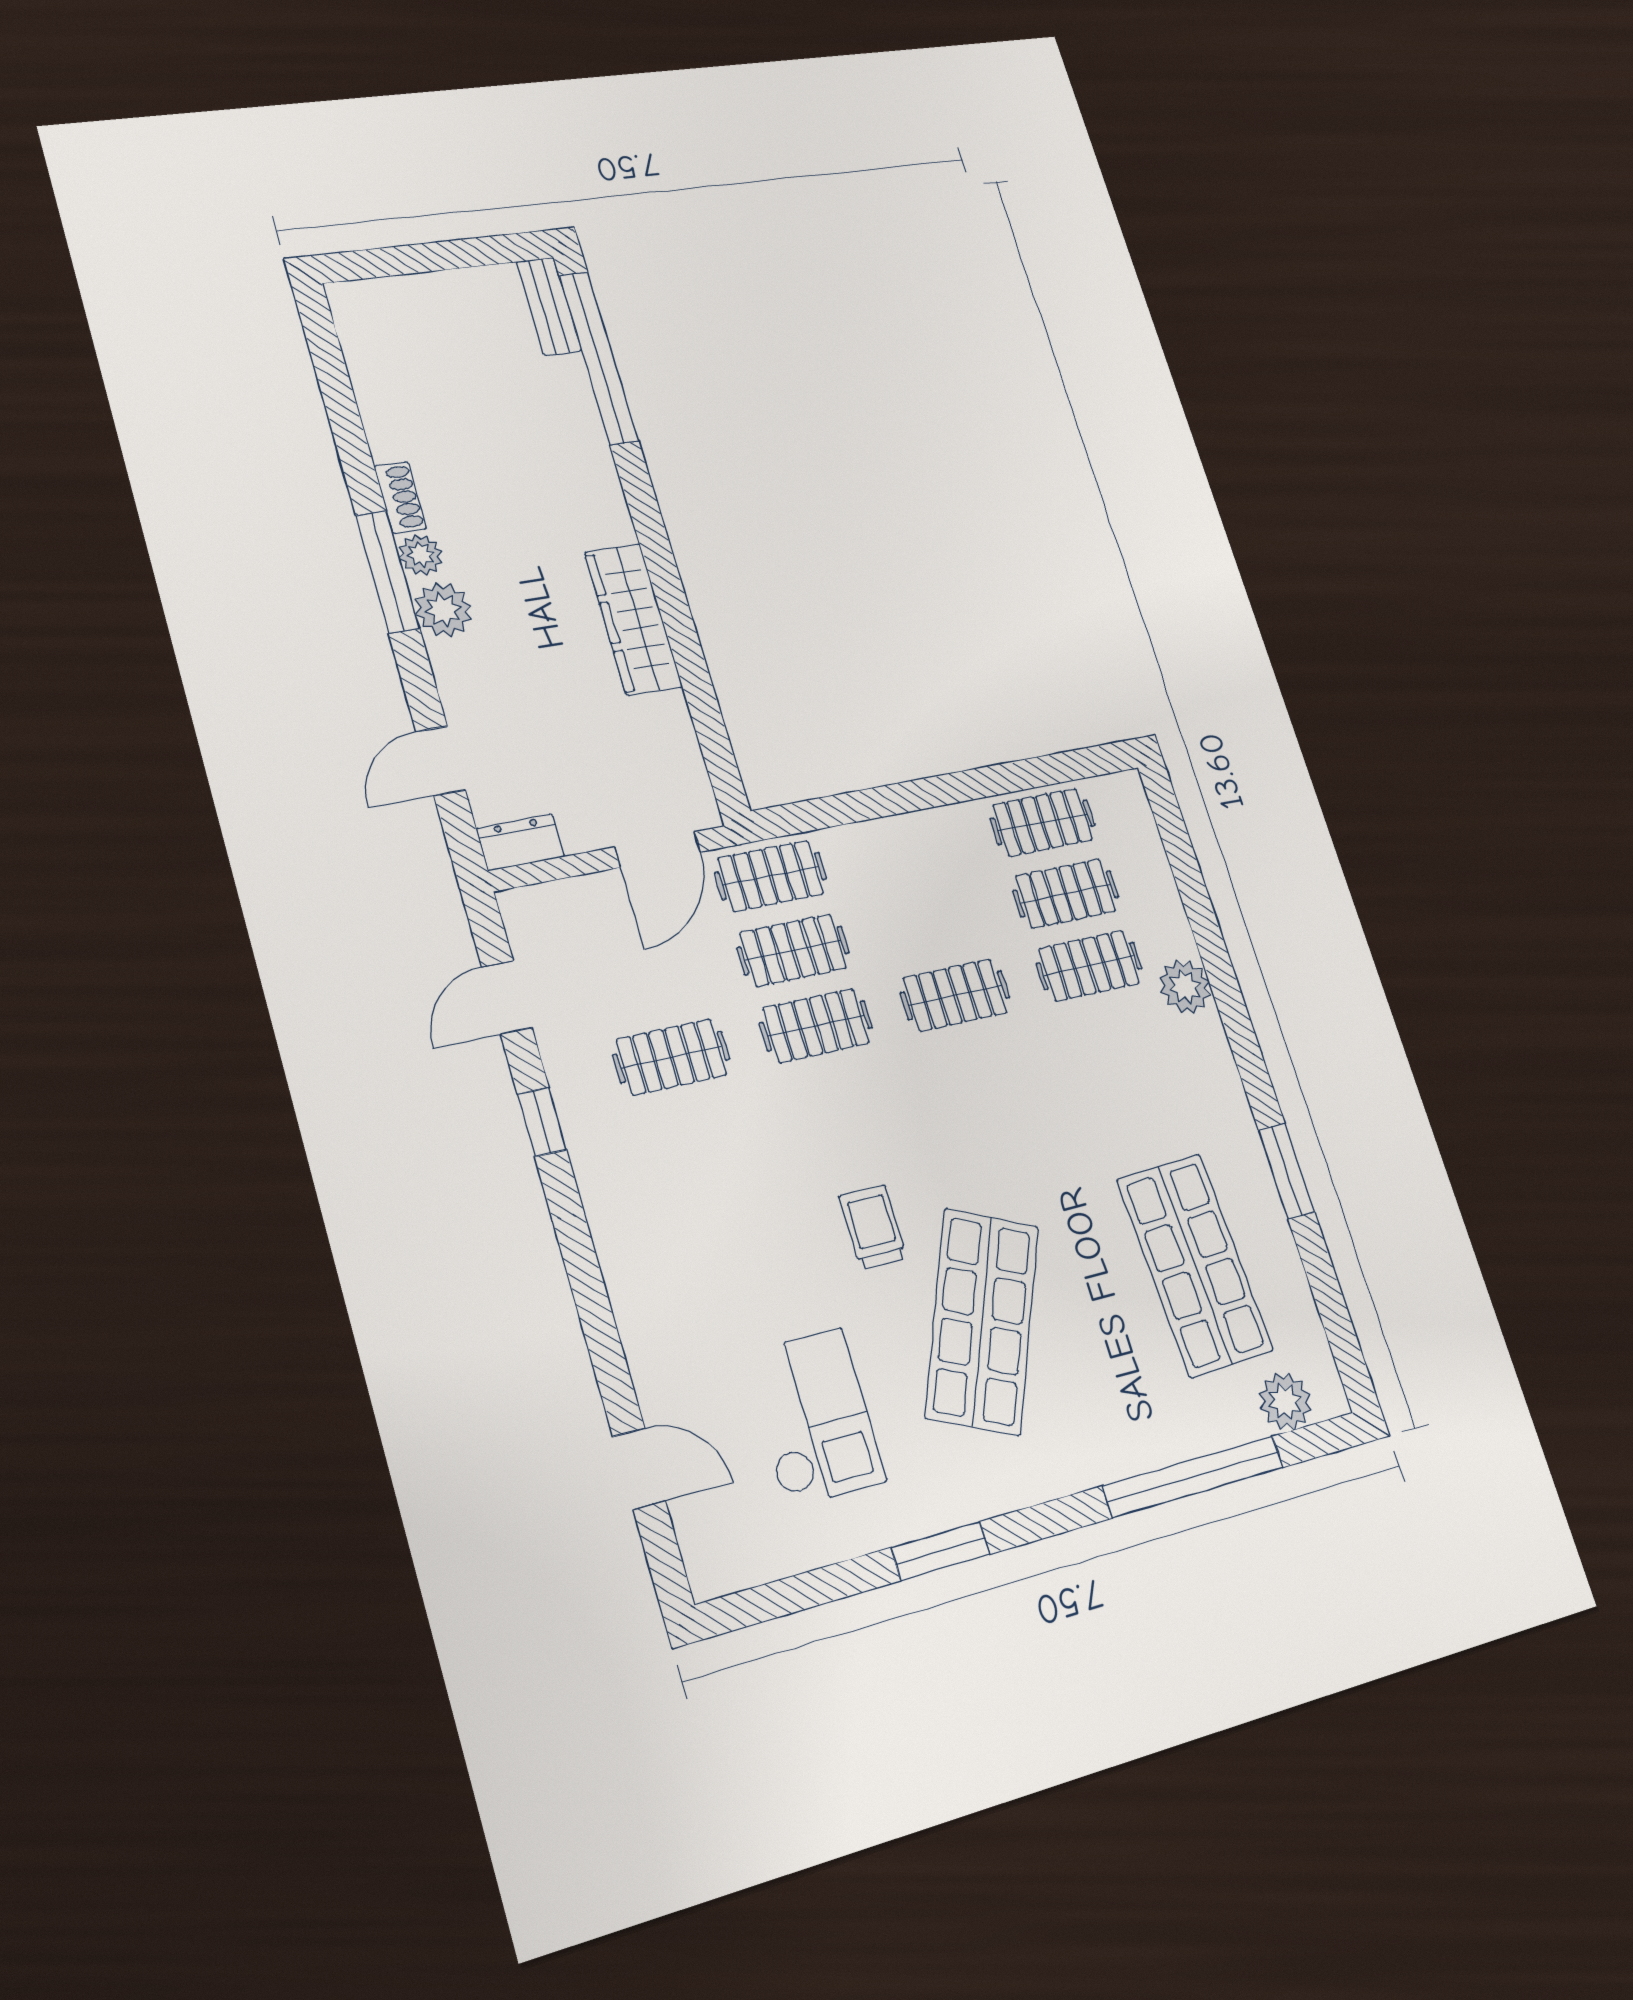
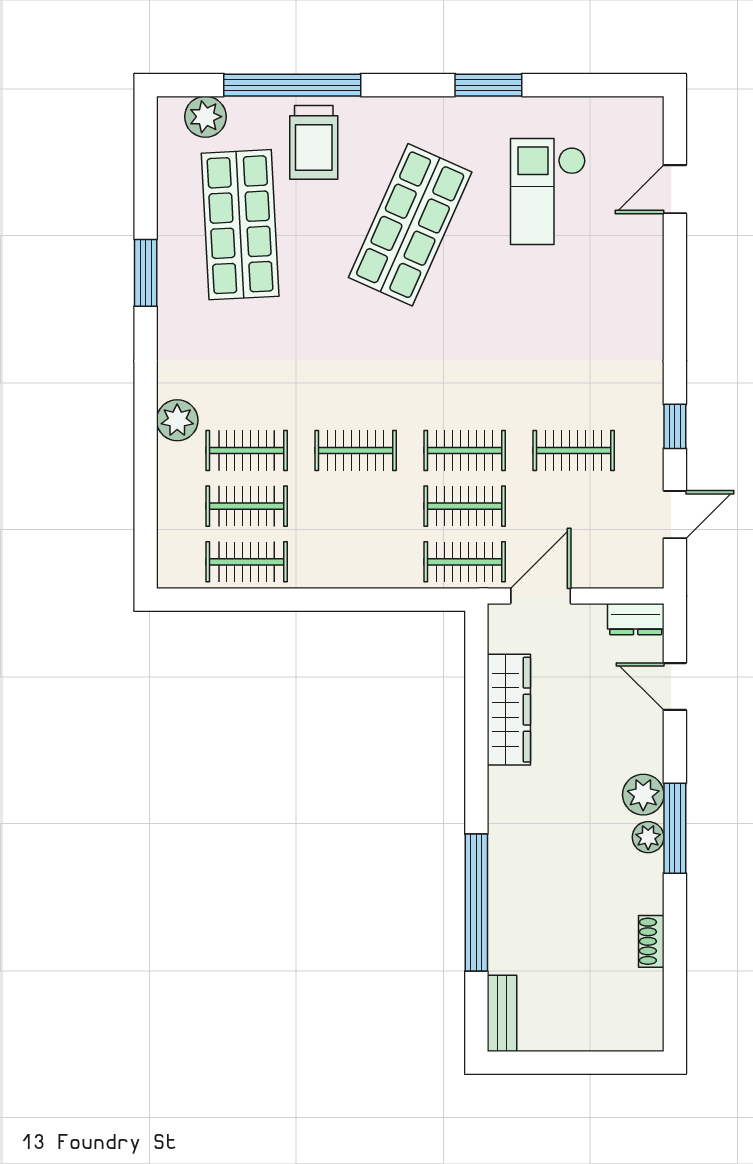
window: (599, 358) -> (476, 903), moved
shoe rack: (400, 497) -> (651, 941), moved
wardrobe: (633, 619) -> (509, 710), moved
door: (441, 761) -> (675, 686), swing flipped
trolley: (873, 1227) -> (314, 142), moved, width x1.36, depth x1.39
door: (639, 1469) -> (675, 189), hinge flipped

